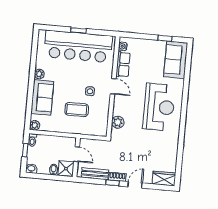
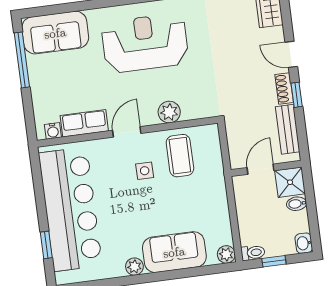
window: (78, 30) -> (46, 245), moved
window: (165, 38) -> (22, 60), width x2.17
coffee table: (77, 110) -> (180, 156), moved
plant: (118, 122) -> (169, 112), moved

